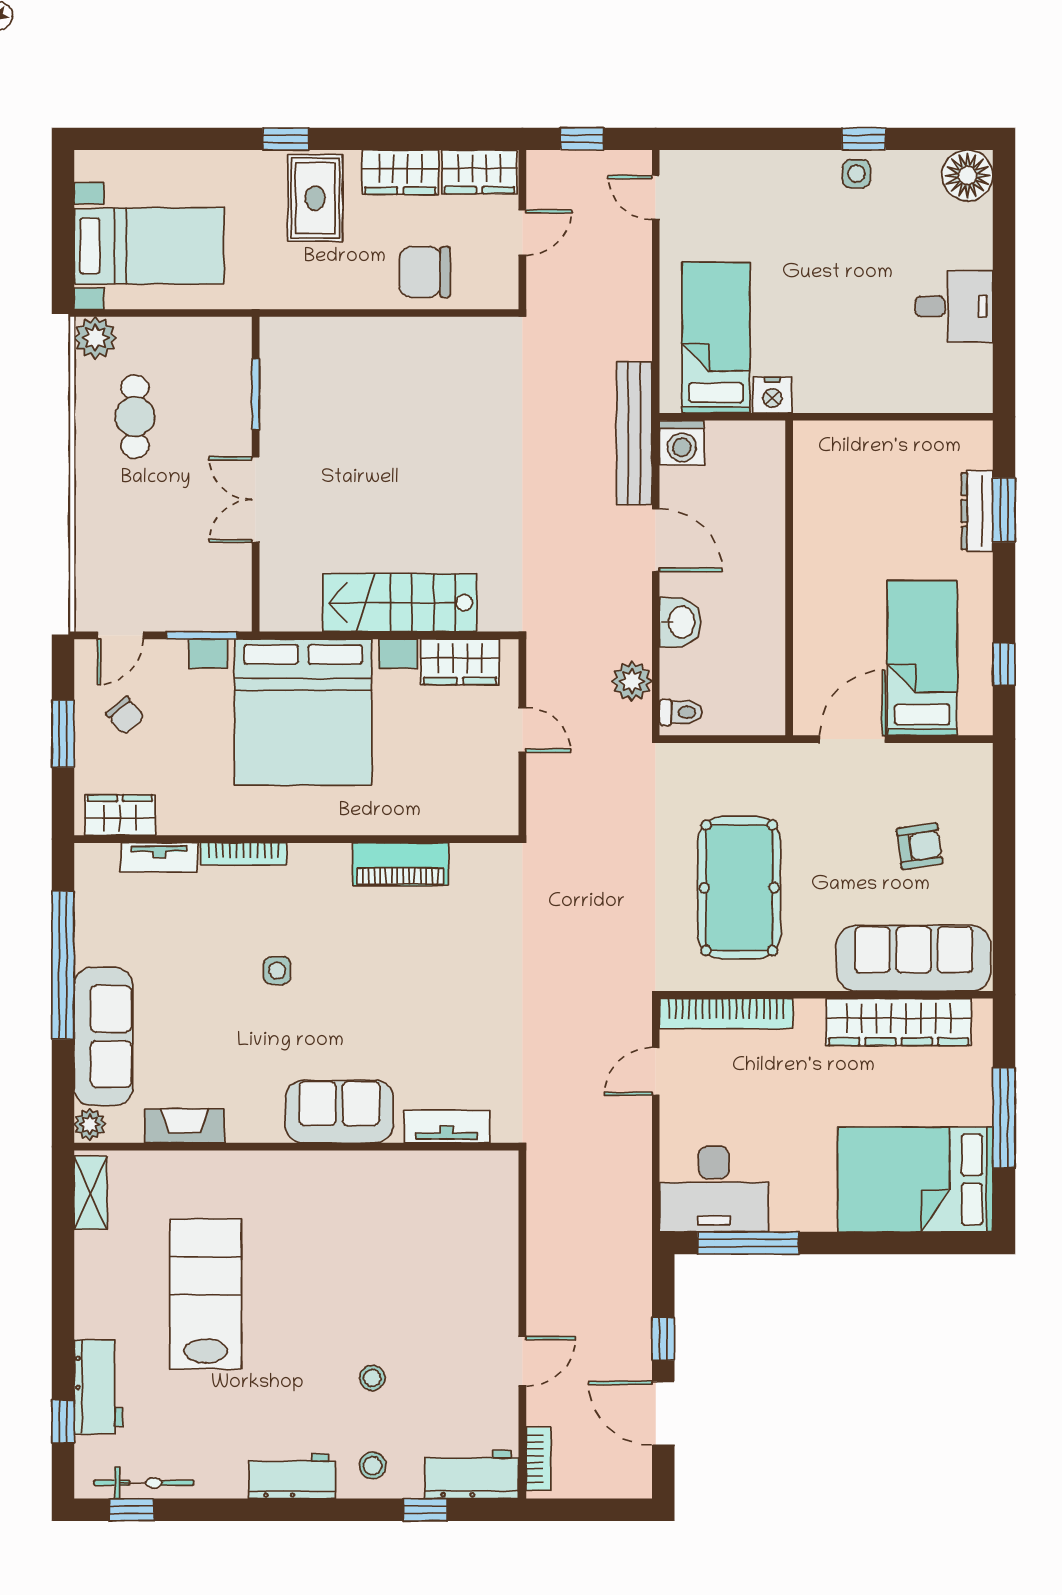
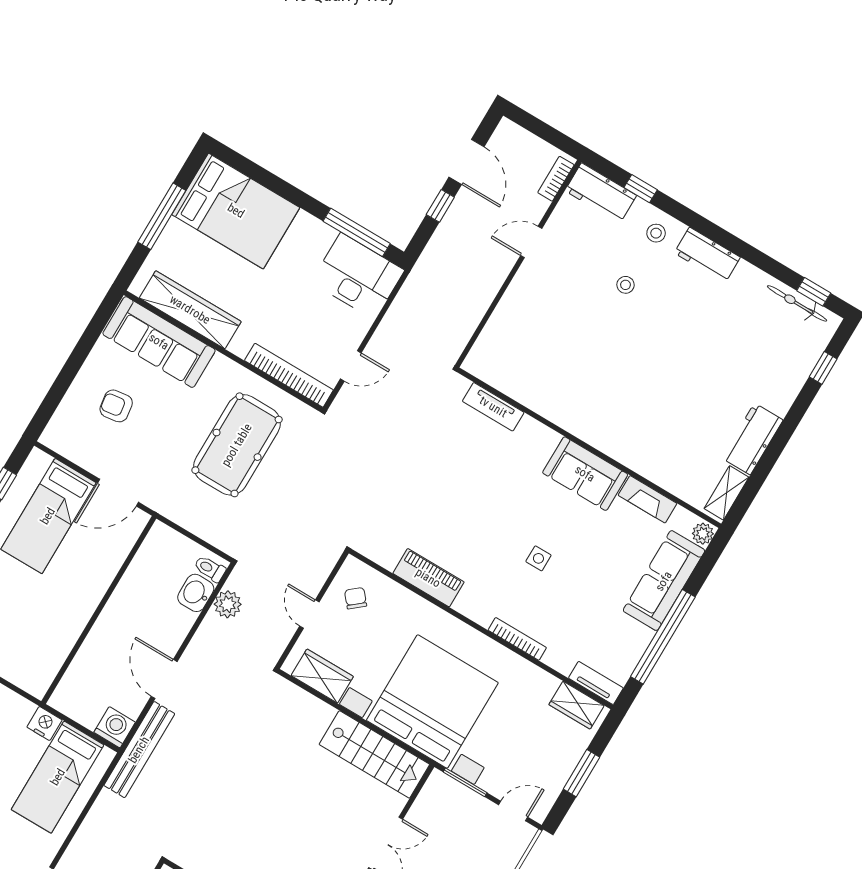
stairs: (400, 603) -> (374, 754), moved
washbasin: (680, 622) -> (196, 593), moved
chair: (125, 715) -> (356, 598), moved
tv unit: (159, 857) -> (596, 683), moved
sofa: (339, 1112) -> (585, 474), moved
lab bench: (206, 1294) -> (694, 393), removed
workbench: (98, 1387) -> (752, 439), moved

